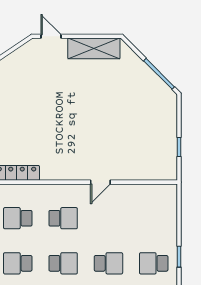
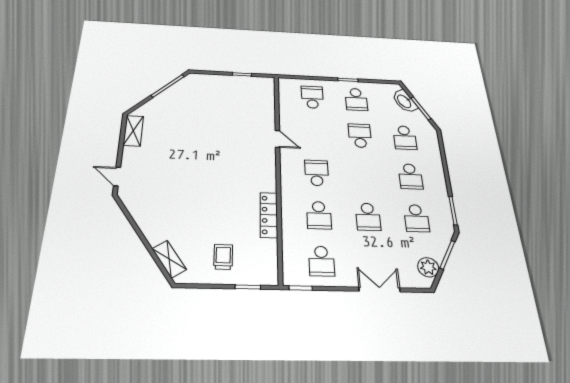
door: (51, 36) -> (117, 177), hinge flipped
shelving: (94, 48) -> (133, 131), width x0.67, depth x0.75
school desk: (63, 263) -> (312, 97), moved

